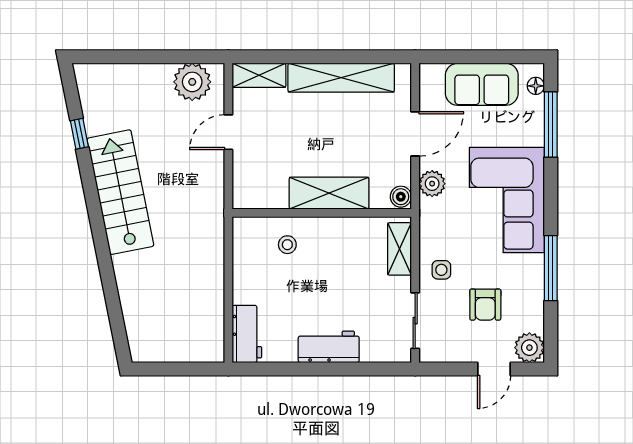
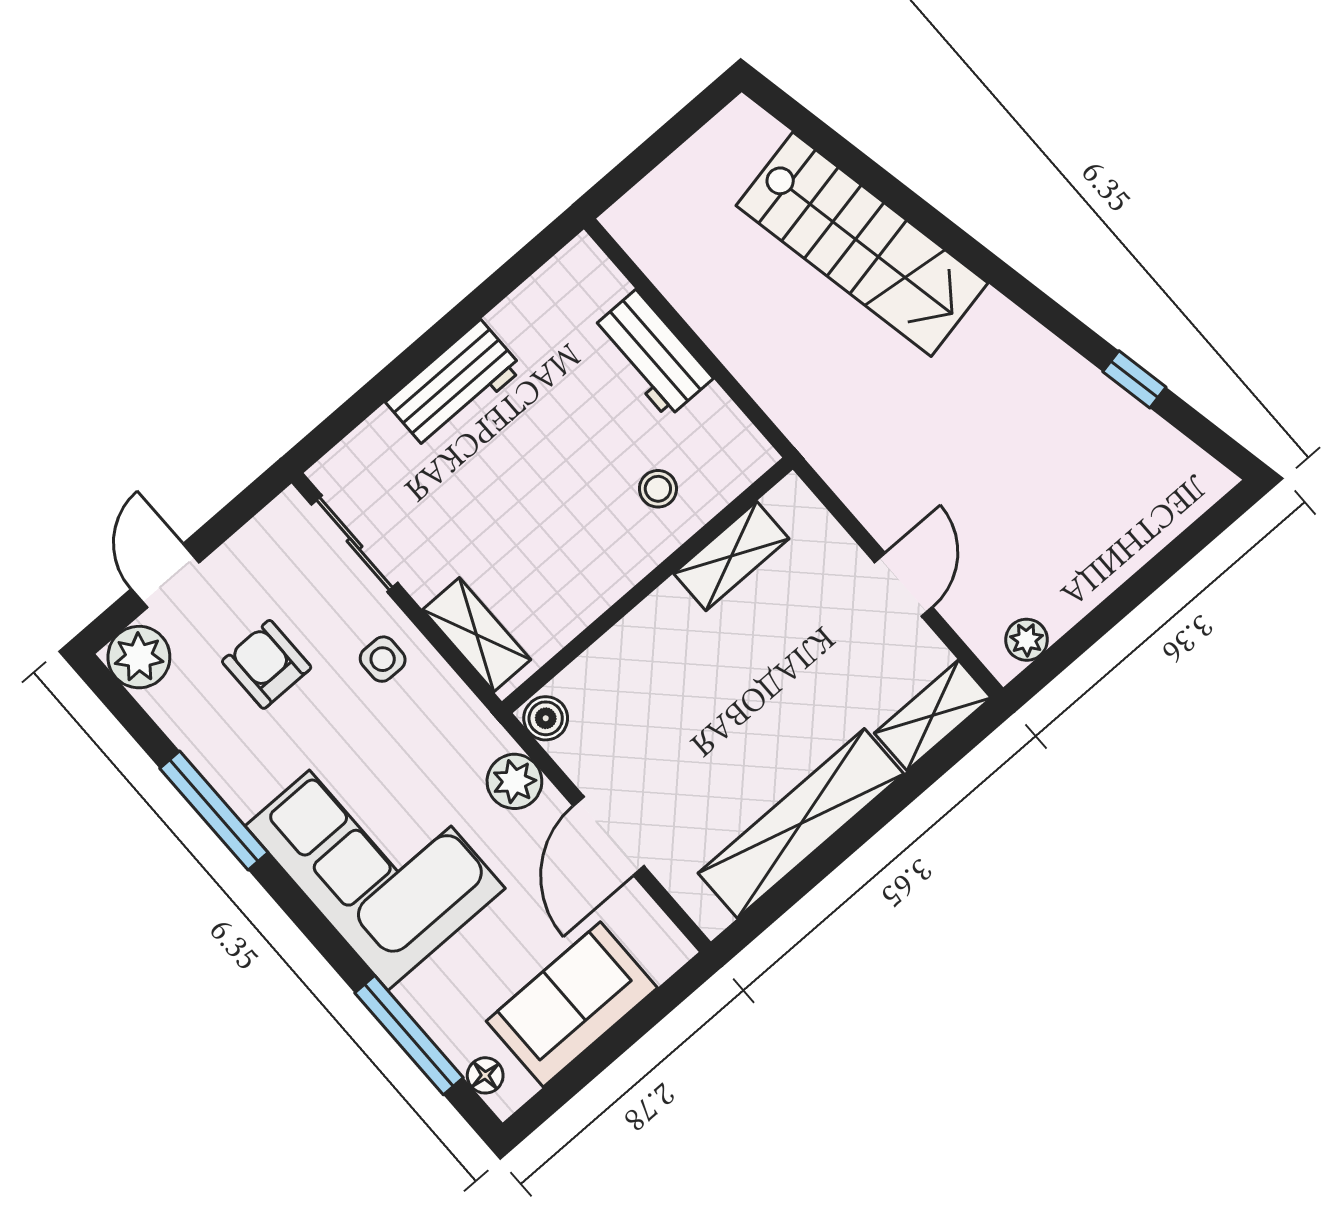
plant: (192, 82) -> (1027, 640), width x0.53, depth x0.53
stairs: (120, 192) -> (862, 244), moved
shelving: (329, 193) -> (731, 556), moved, width x0.67, depth x0.75
workbench: (247, 334) -> (652, 354), moved

